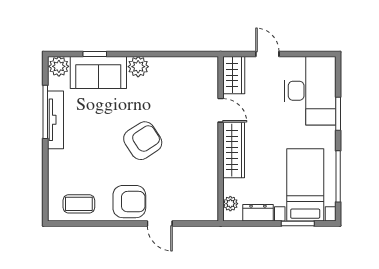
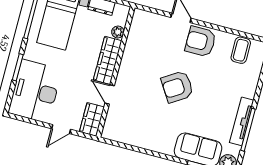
door: (267, 54) -> (61, 129), hinge flipped
plant: (138, 67) -> (165, 146), removed
coffee table: (79, 204) -> (241, 50), turned 90
plant: (230, 204) -> (118, 32), moved

